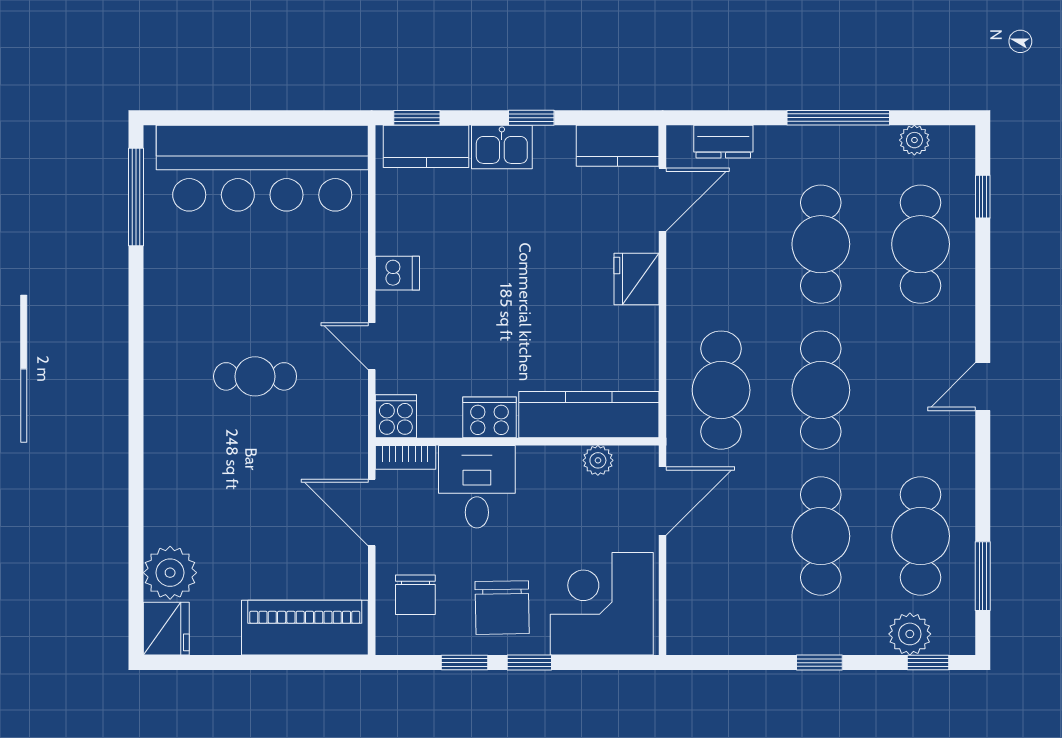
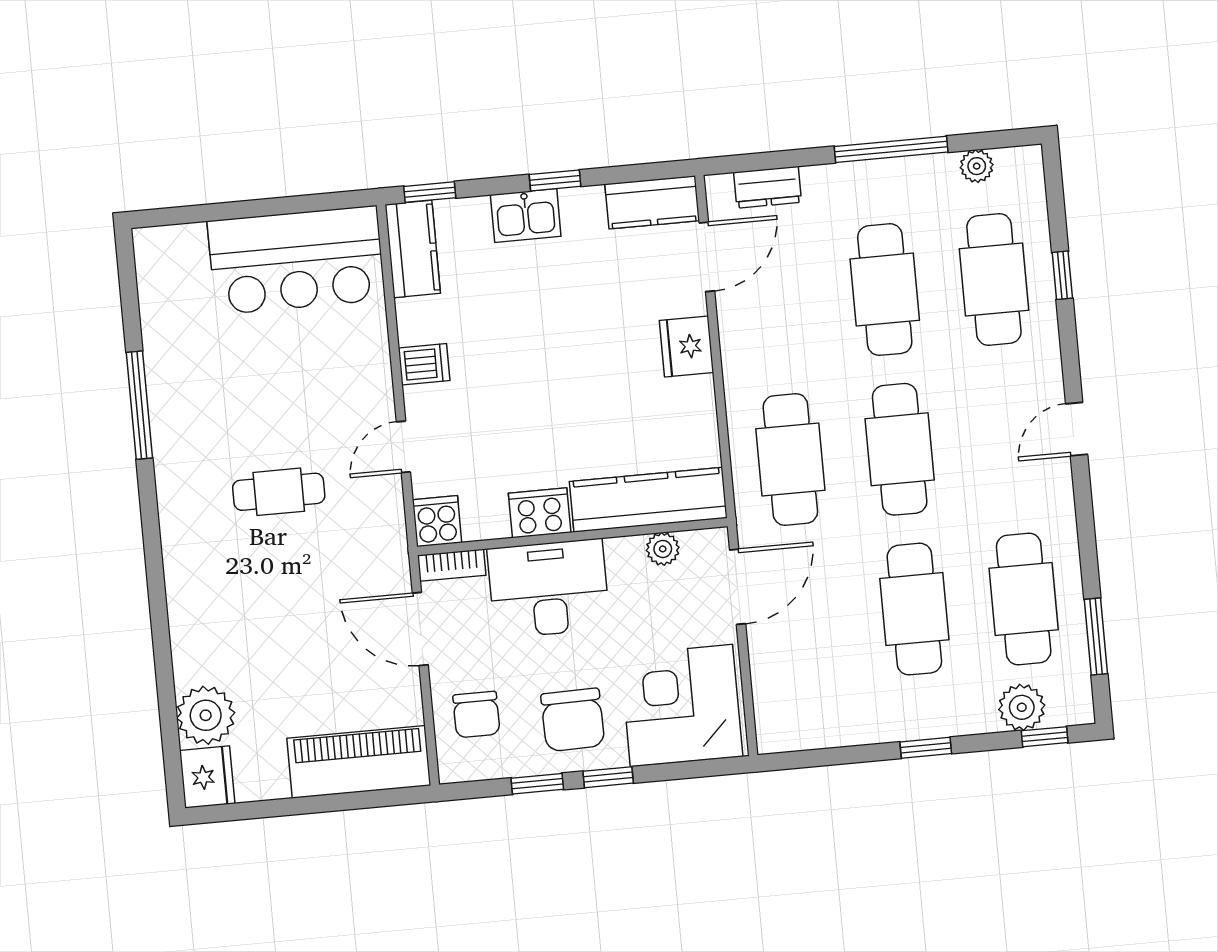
kitchen counter: (426, 146) -> (413, 249), moved, turned -90
bar counter: (262, 168) -> (296, 260), width x0.73
window: (136, 197) -> (139, 405), moved
window: (983, 197) -> (1062, 275), moved
door: (372, 346) -> (403, 447), hinge flipped
desk: (477, 487) -> (548, 589), width x1.37

